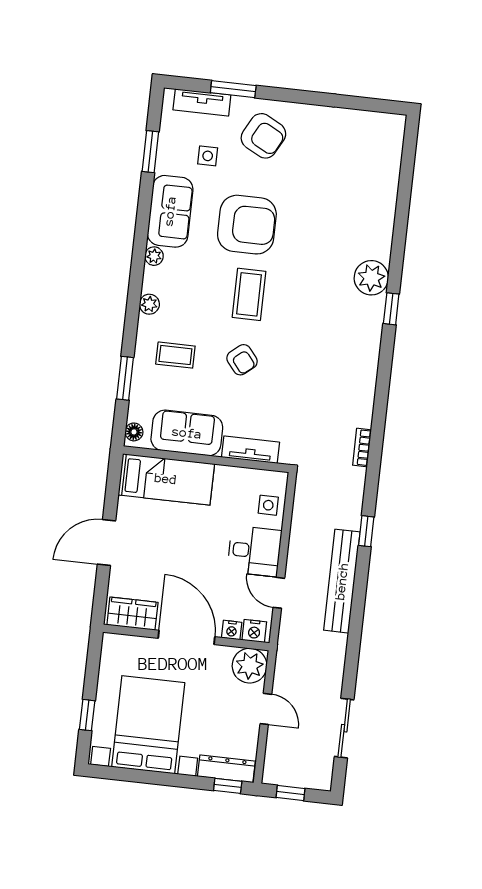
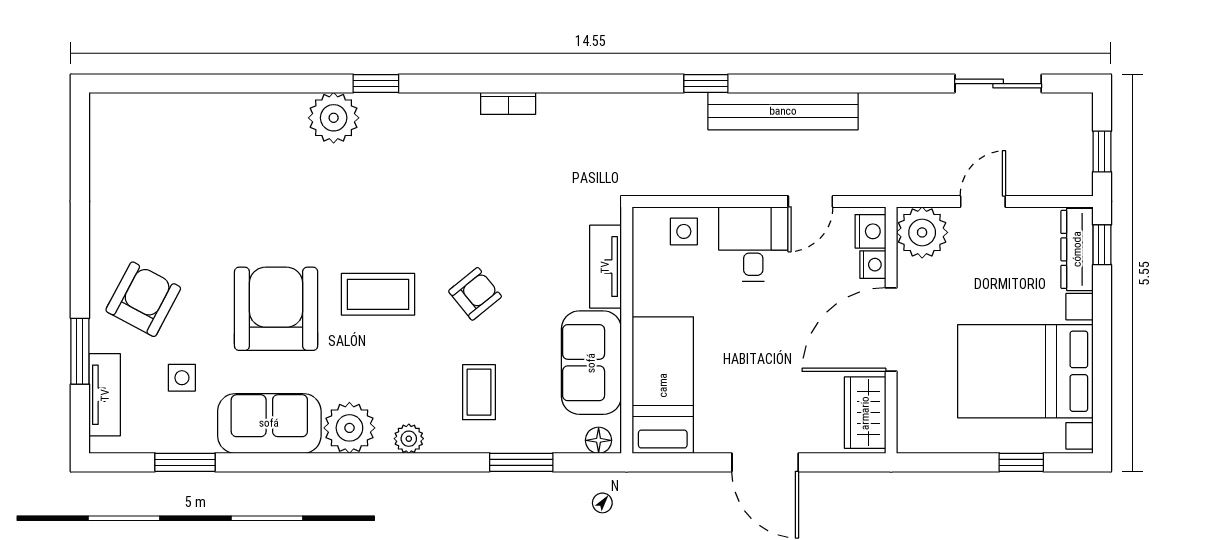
plant: (154, 256) -> (349, 428), width x1.87, depth x1.87
bookcase: (362, 448) -> (508, 103), moved

